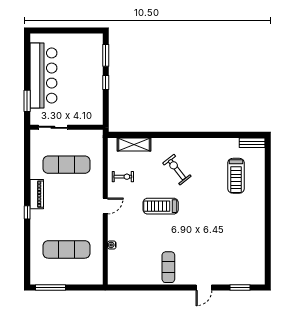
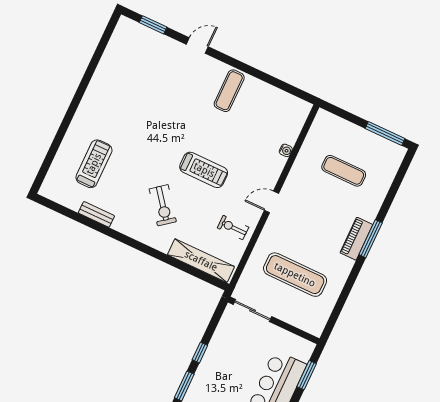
sliding door: (53, 127) -> (253, 310), moved
bench: (252, 143) -> (96, 214), moved
shelving: (134, 144) -> (201, 261), width x1.47
piano: (37, 194) -> (356, 239), moved
window: (27, 212) -> (371, 239), width x2.17
exercise mat: (66, 249) -> (344, 171), width x0.73, depth x0.69

